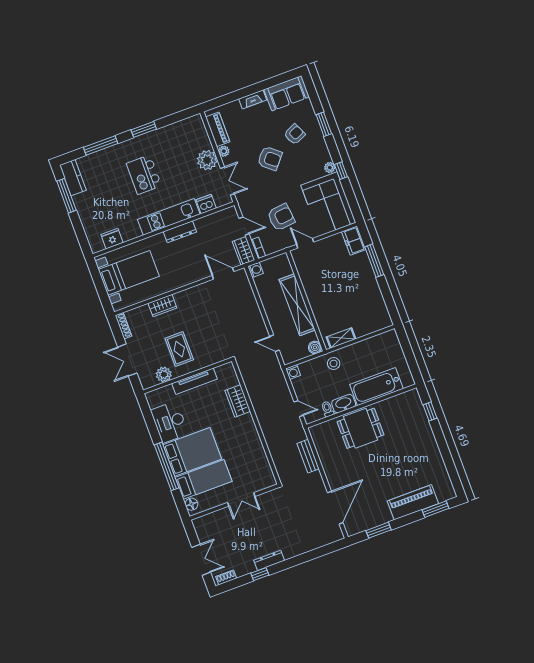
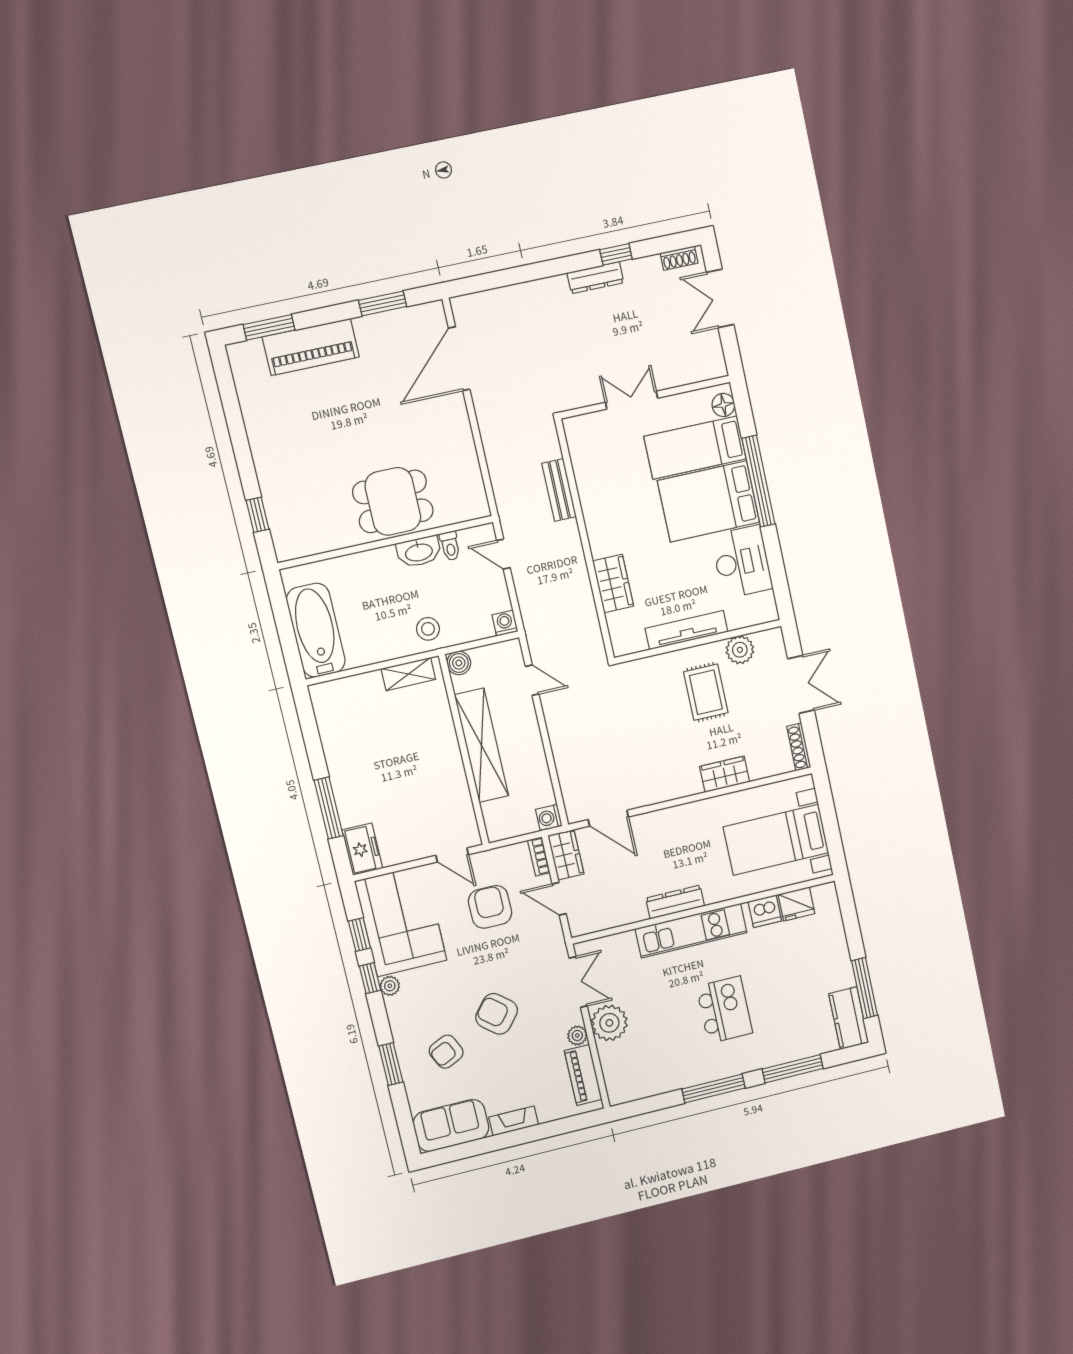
window: (144, 129) -> (714, 1088), width x1.44
double door: (227, 181) -> (578, 982), swing flipped
window: (350, 194) -> (359, 935), added
dishwasher: (206, 204) -> (765, 911), moved
armchair: (281, 217) -> (490, 907), turned 96
bathtub: (377, 387) -> (316, 630), moved, turned -90
bench: (308, 456) -> (559, 490), moved

